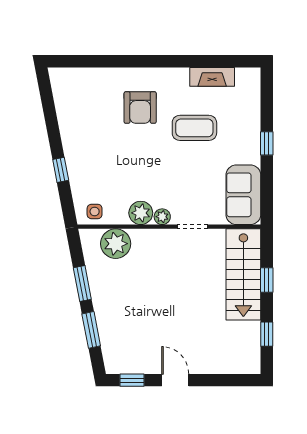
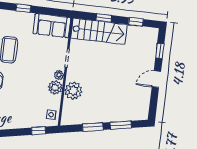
window: (61, 170) -> (39, 131), moved
plant: (116, 244) -> (73, 91), moved
window: (132, 380) -> (160, 51), moved

